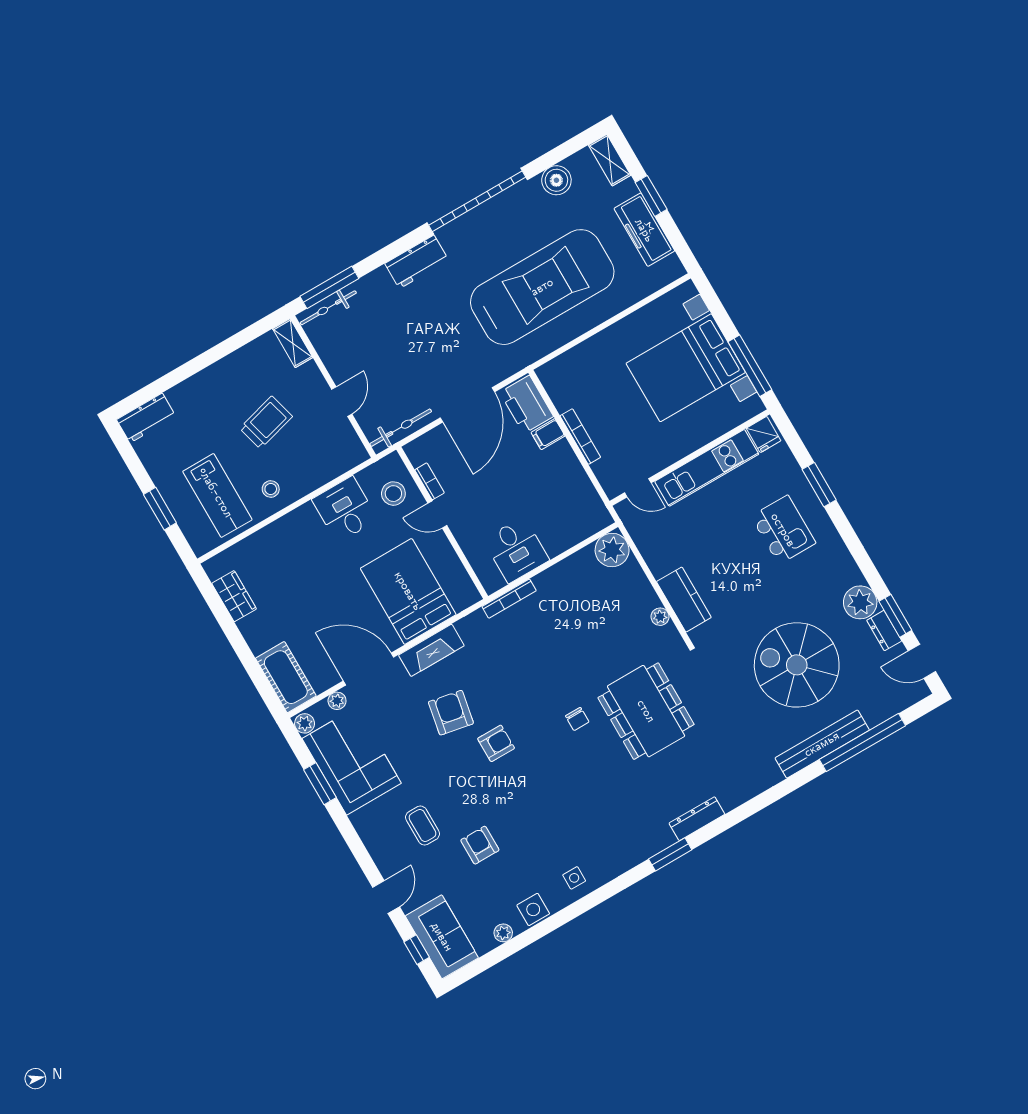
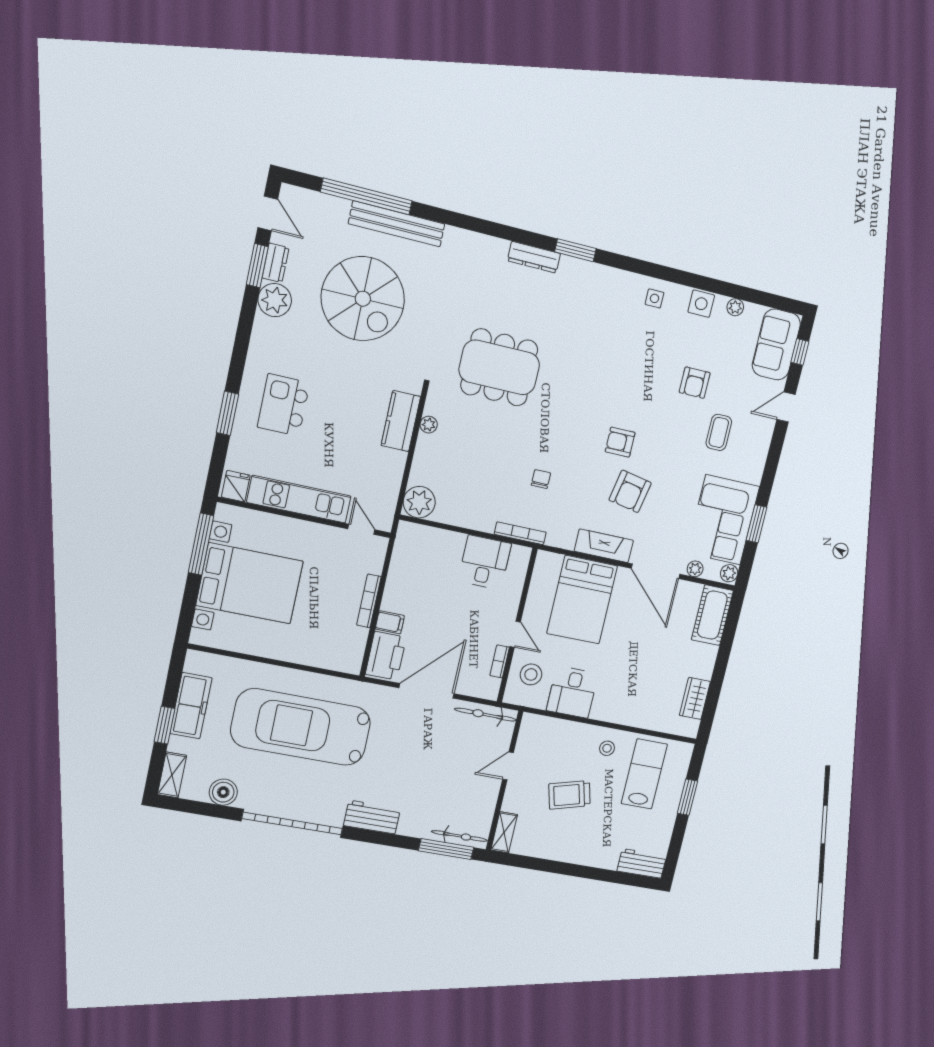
dining table: (646, 711) -> (499, 367), turned 90
chair: (577, 719) -> (541, 479), moved

